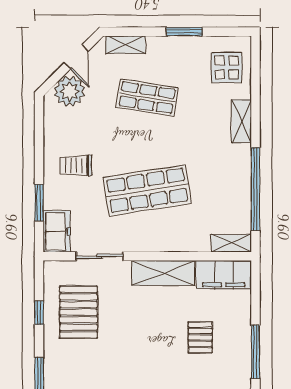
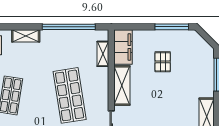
shelving: (231, 243) -> (103, 54), moved
pallet: (200, 337) -> (163, 62), turned 90

